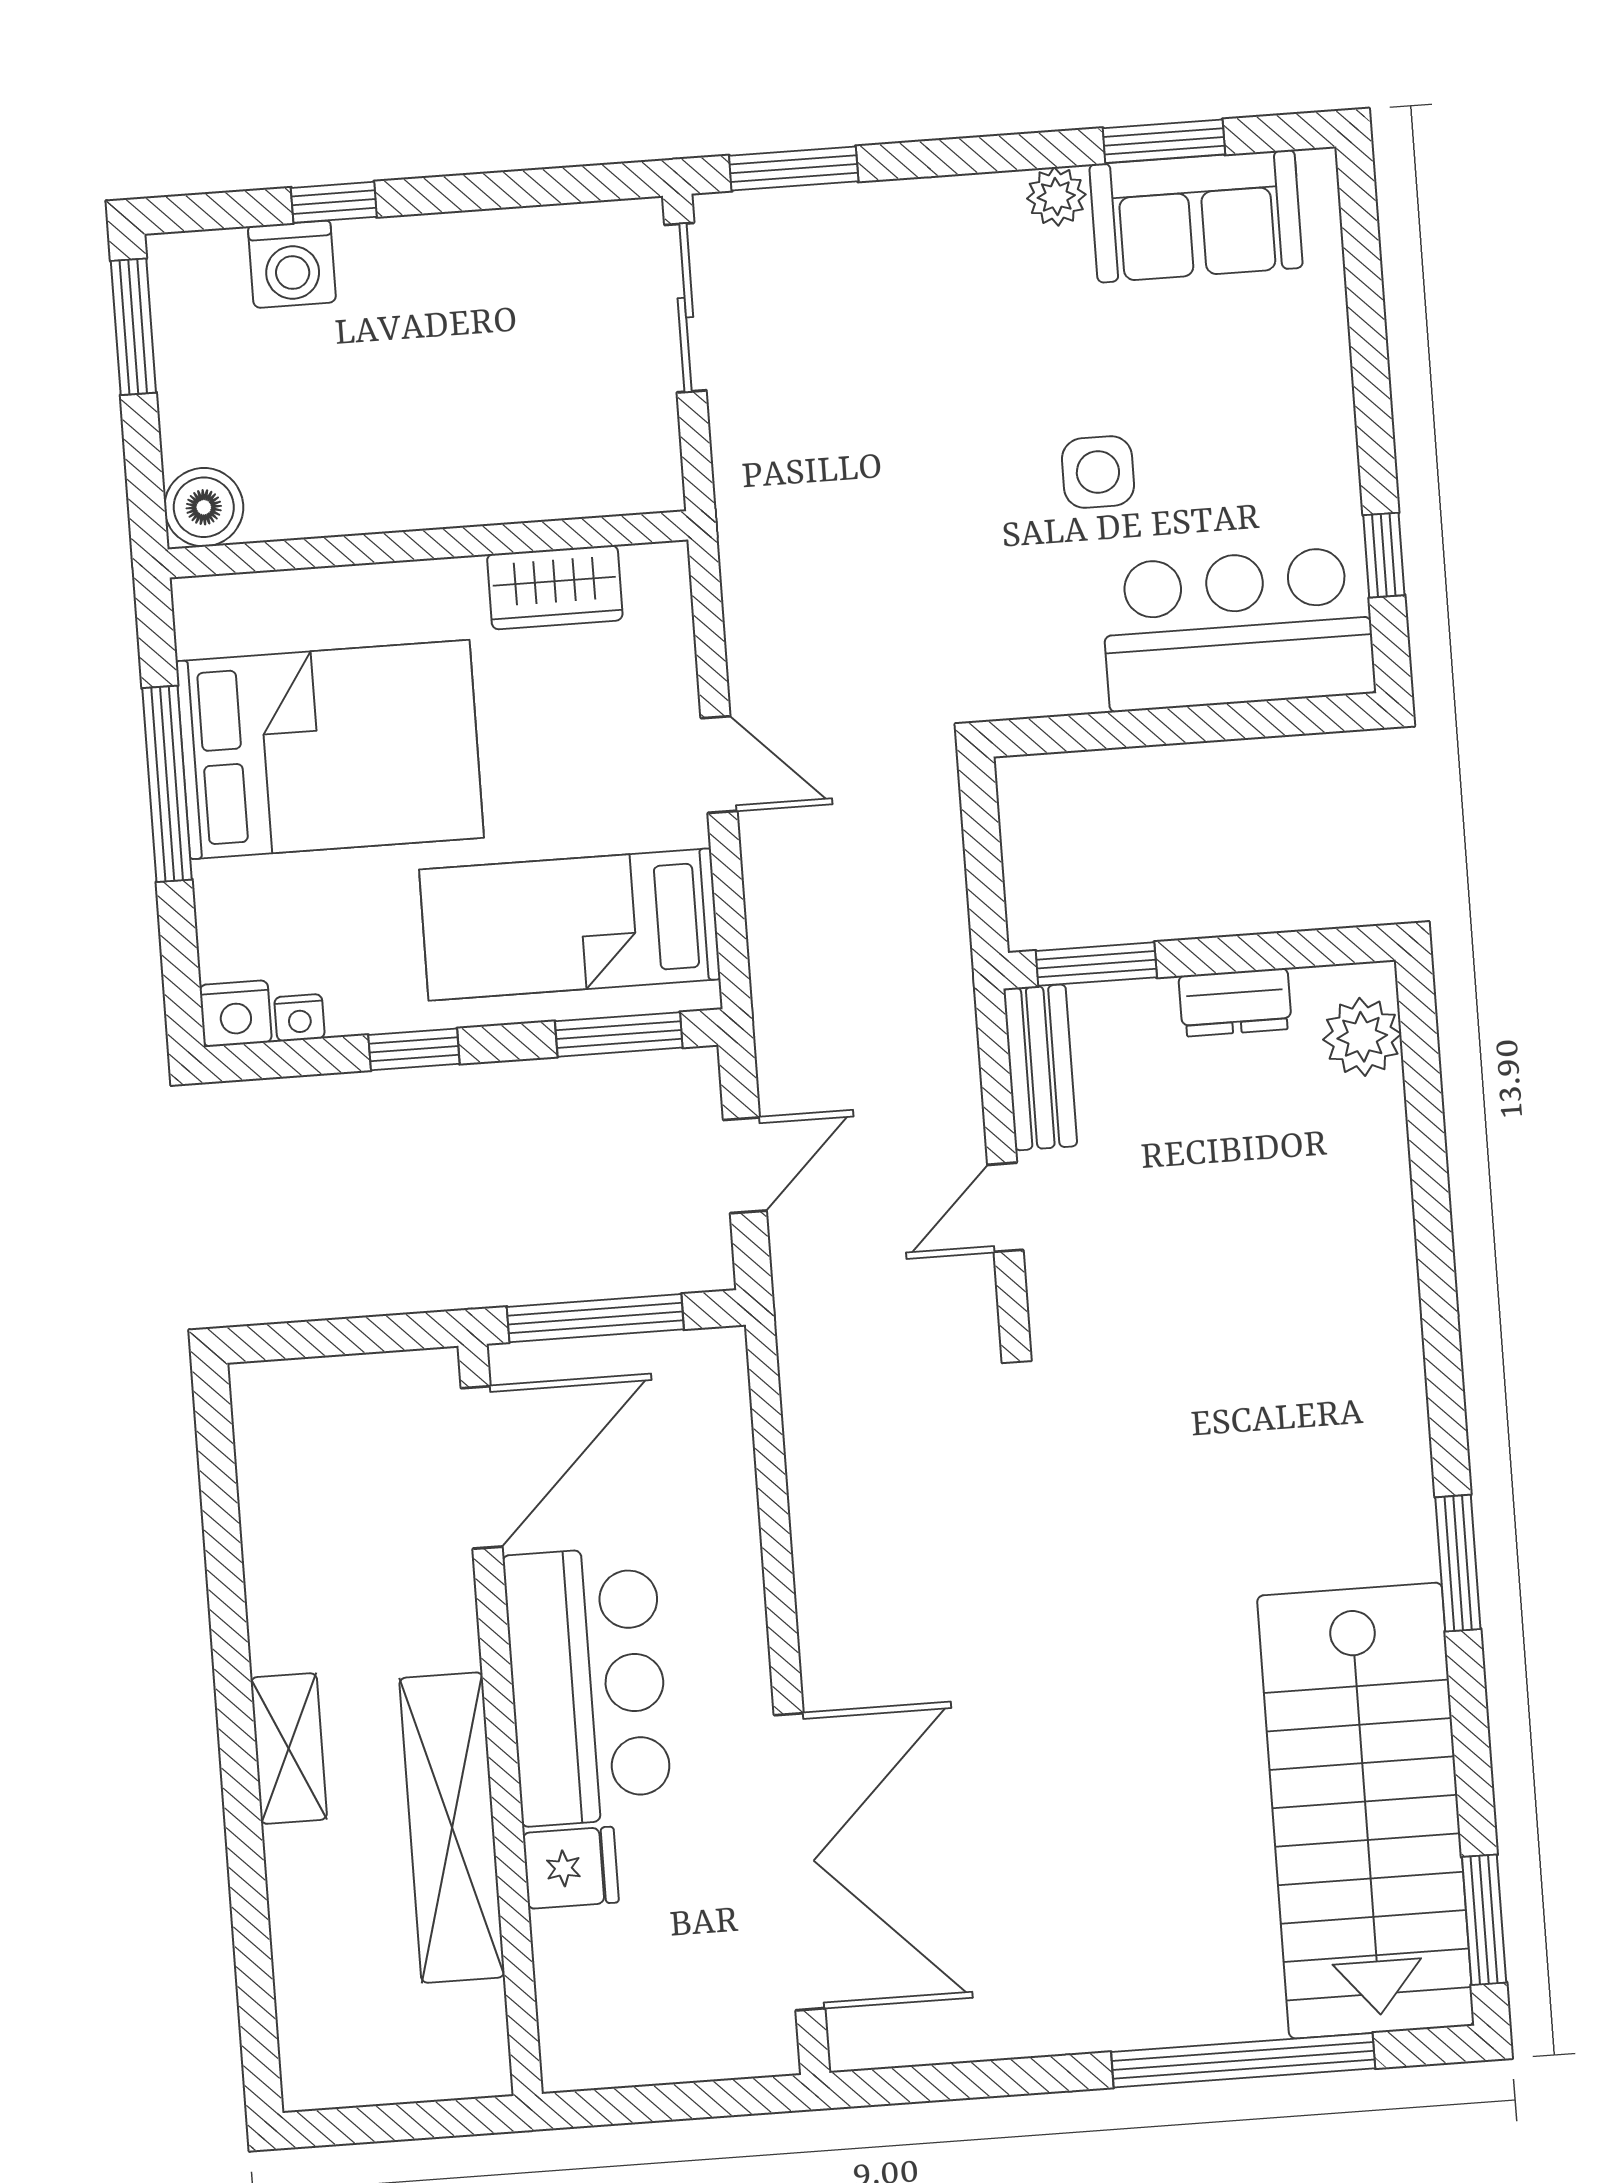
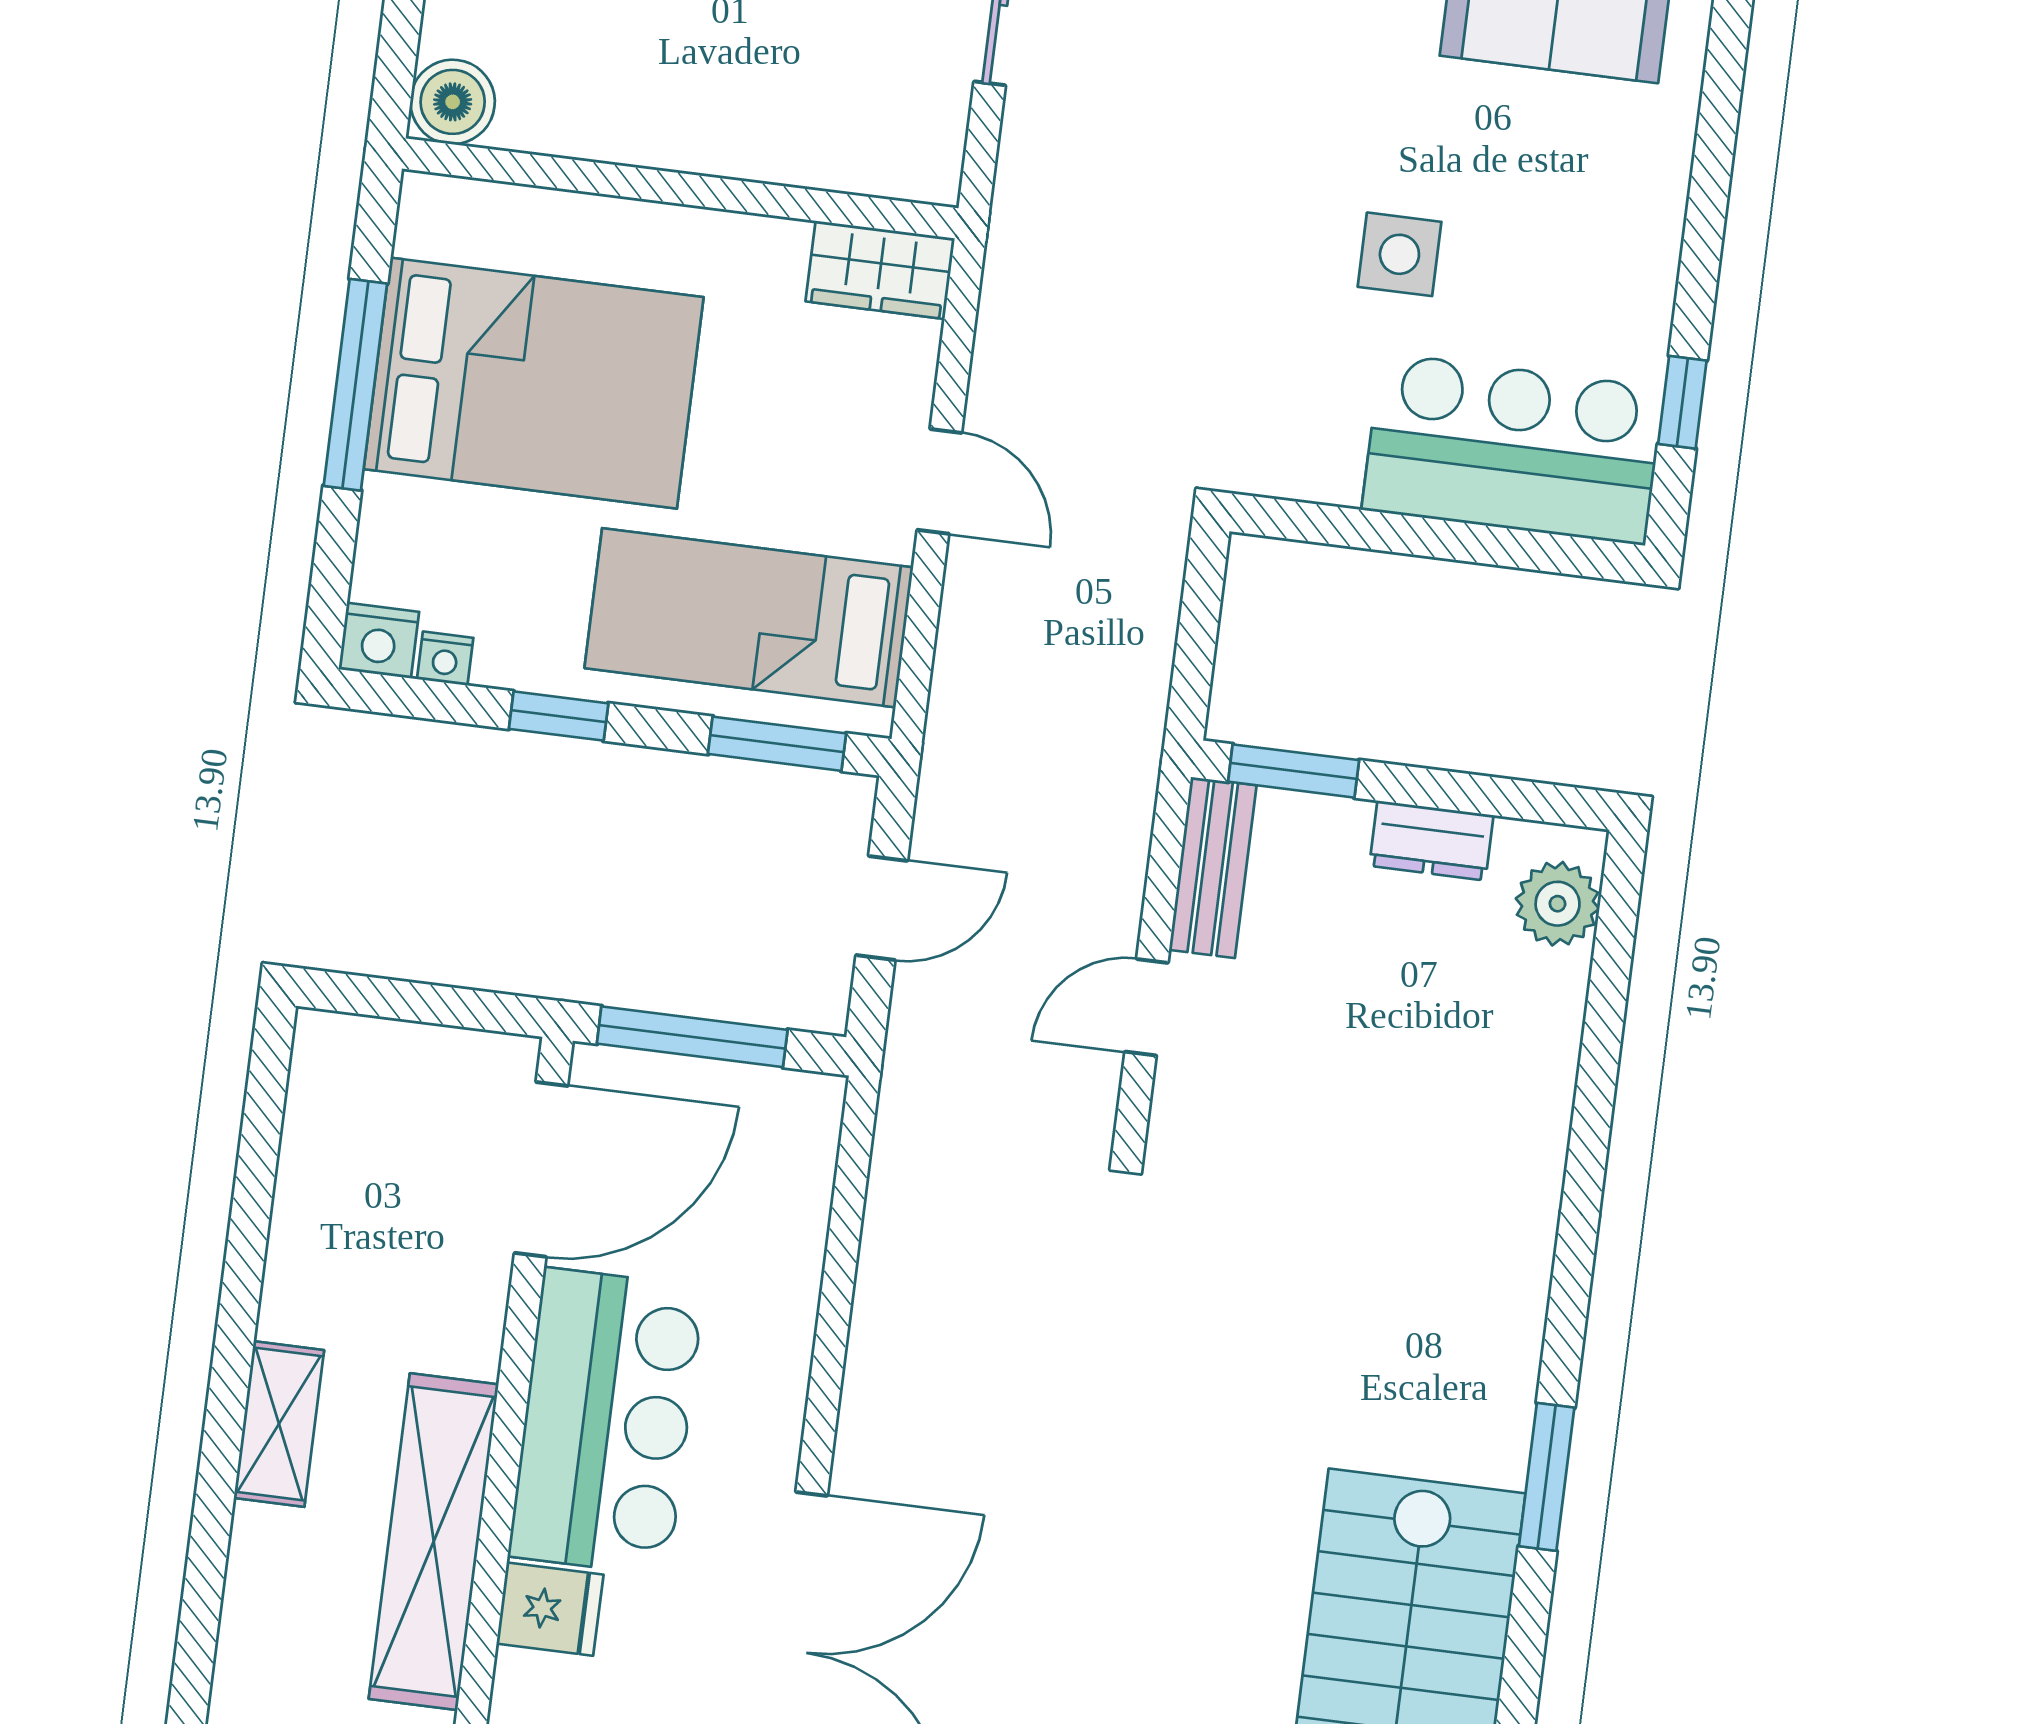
wardrobe: (555, 587) -> (880, 270), moved

